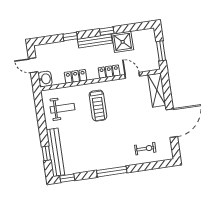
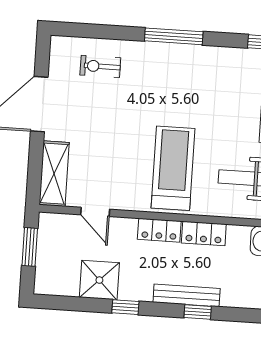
bench: (95, 41) -> (187, 295), moved
locker: (109, 72) -> (159, 230), moved
treadmill: (98, 106) -> (173, 168), width x1.37, depth x1.38

